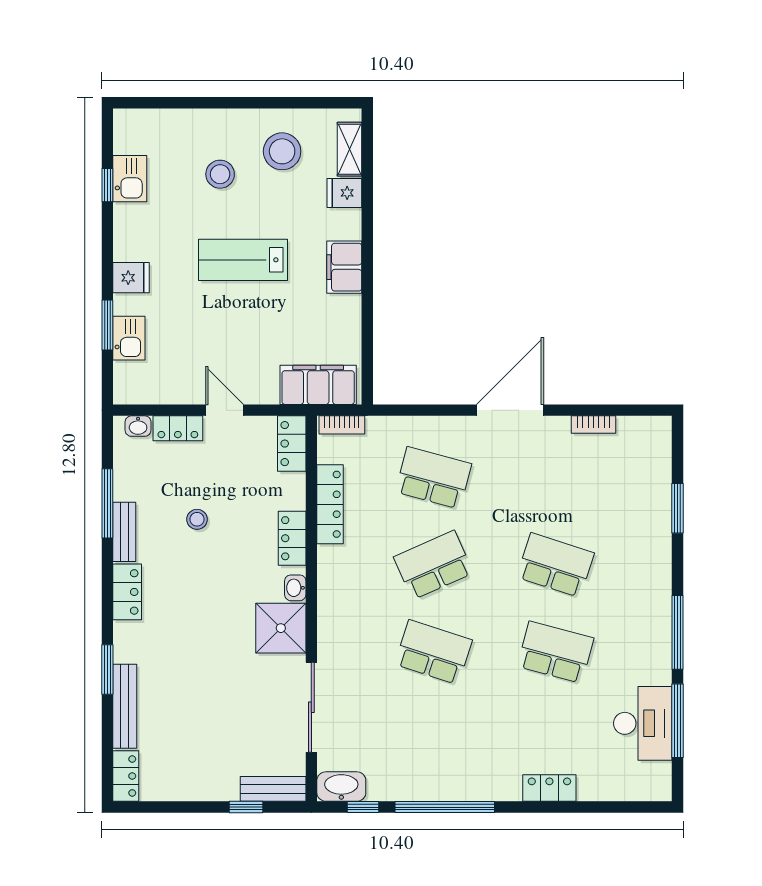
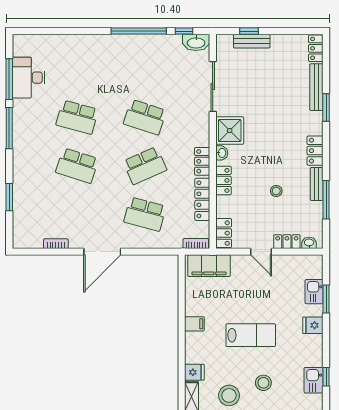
filing cabinet: (344, 267) -> (194, 324), width x0.50
locker: (549, 788) -> (202, 161), moved, turned 90
bench: (273, 789) -> (252, 41), moved

